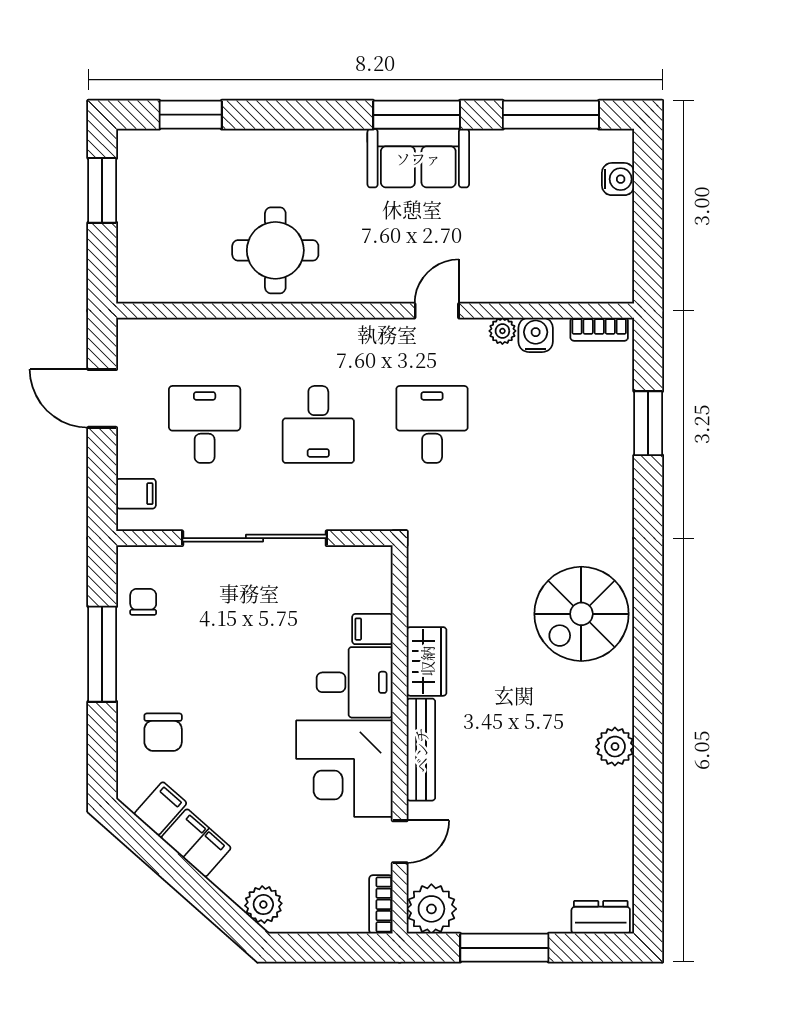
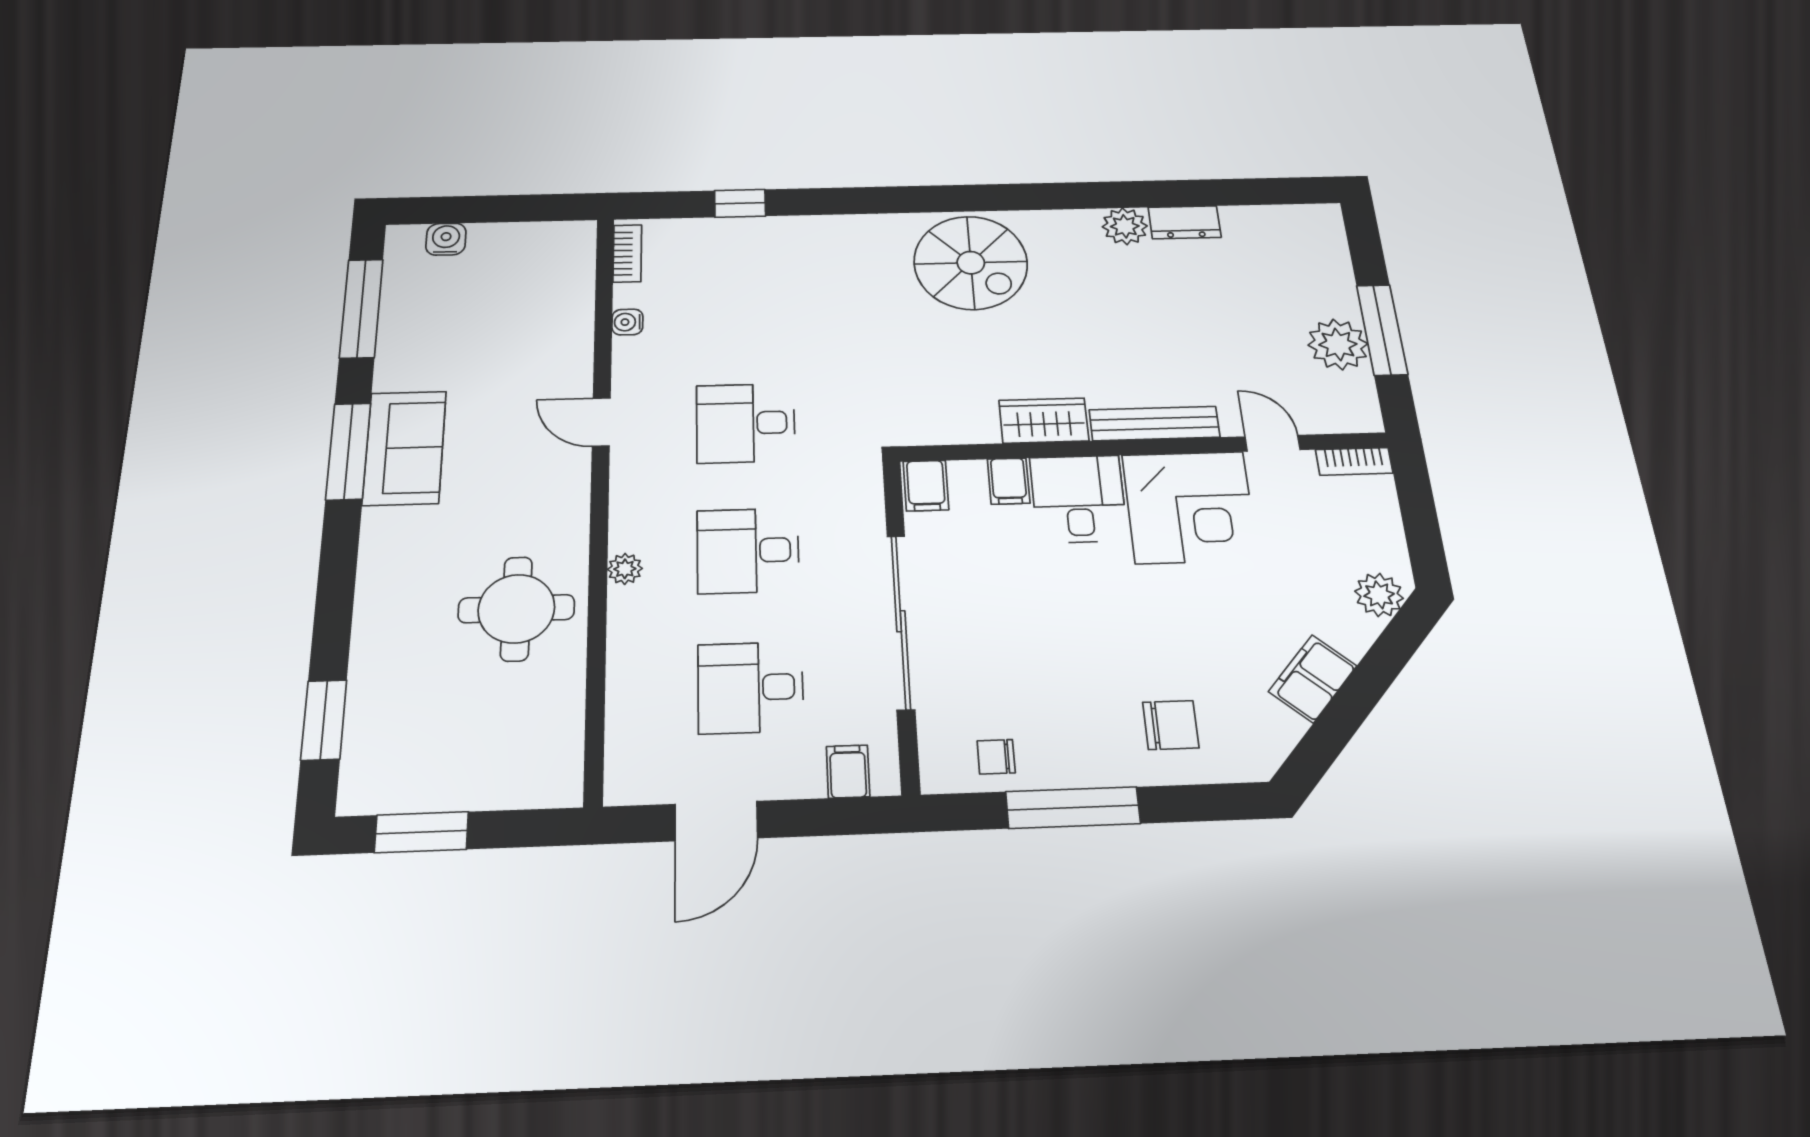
plant: (502, 331) -> (625, 569), moved
water cooler: (536, 335) -> (627, 322), width x0.72, depth x0.72
window: (648, 423) -> (740, 203), width x0.67
desk: (318, 424) -> (748, 551), turned 180
filing cabinet: (160, 809) -> (926, 486), moved, turned -132
plant: (431, 909) -> (1338, 344), moved
dresser: (601, 917) -> (1185, 222), moved, turned -90

